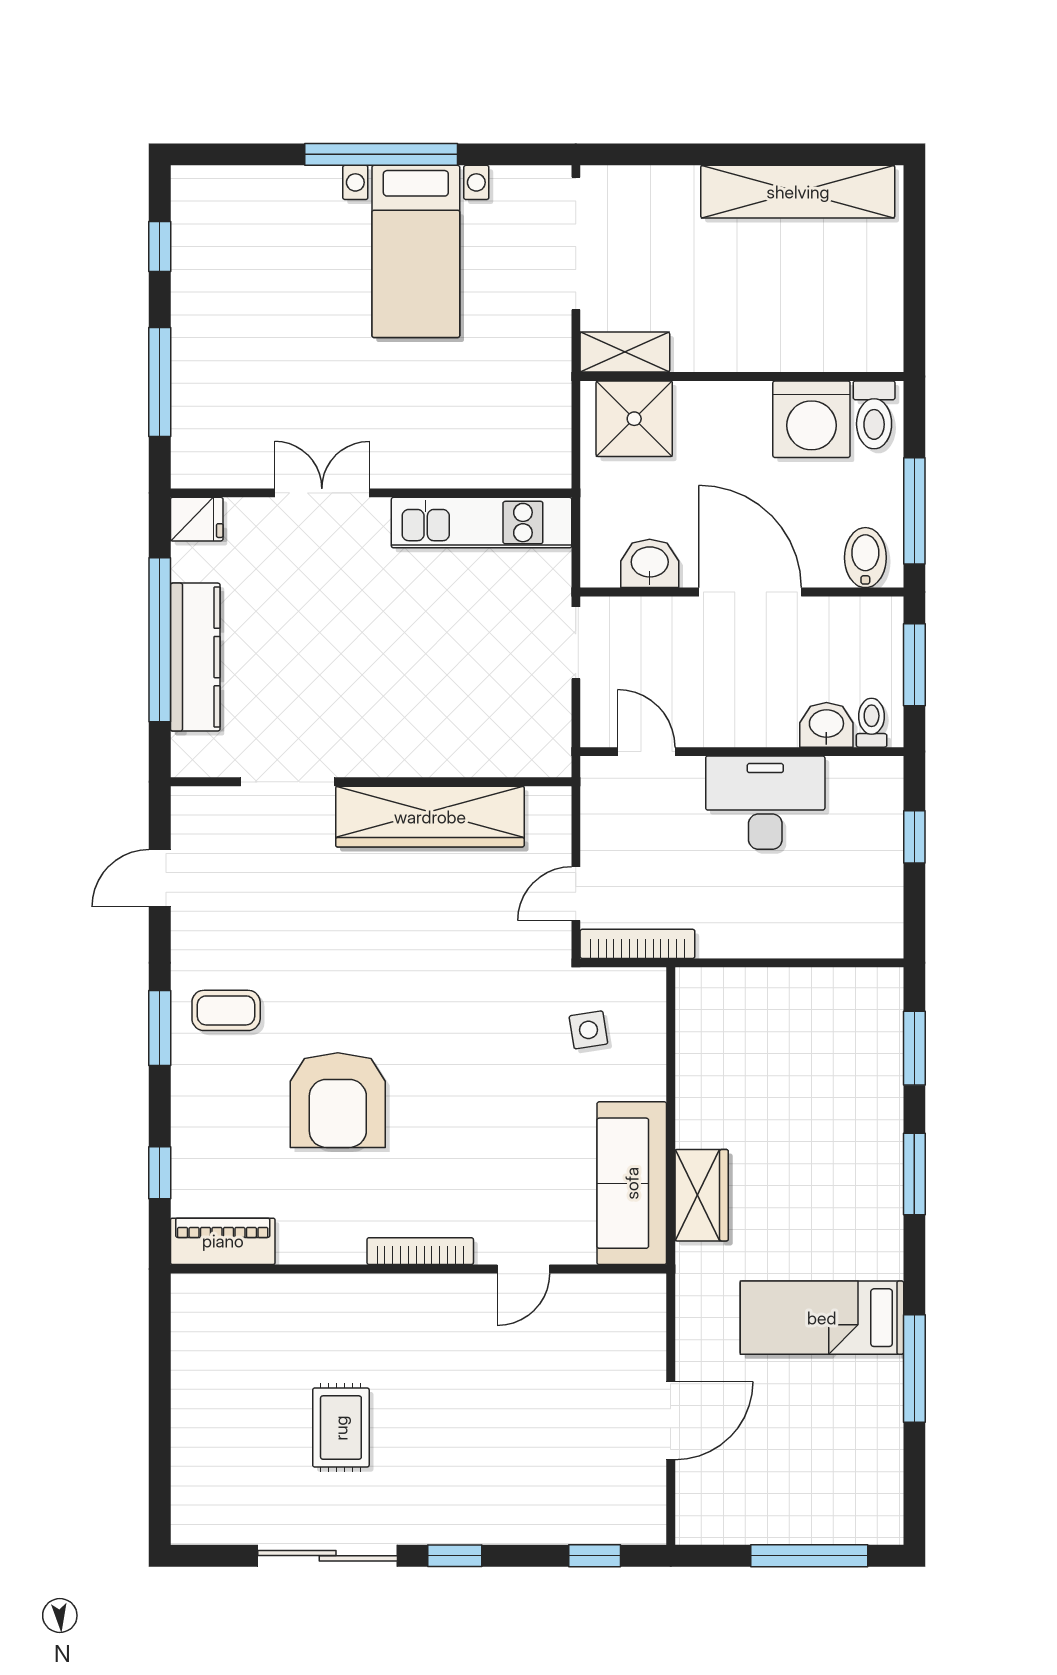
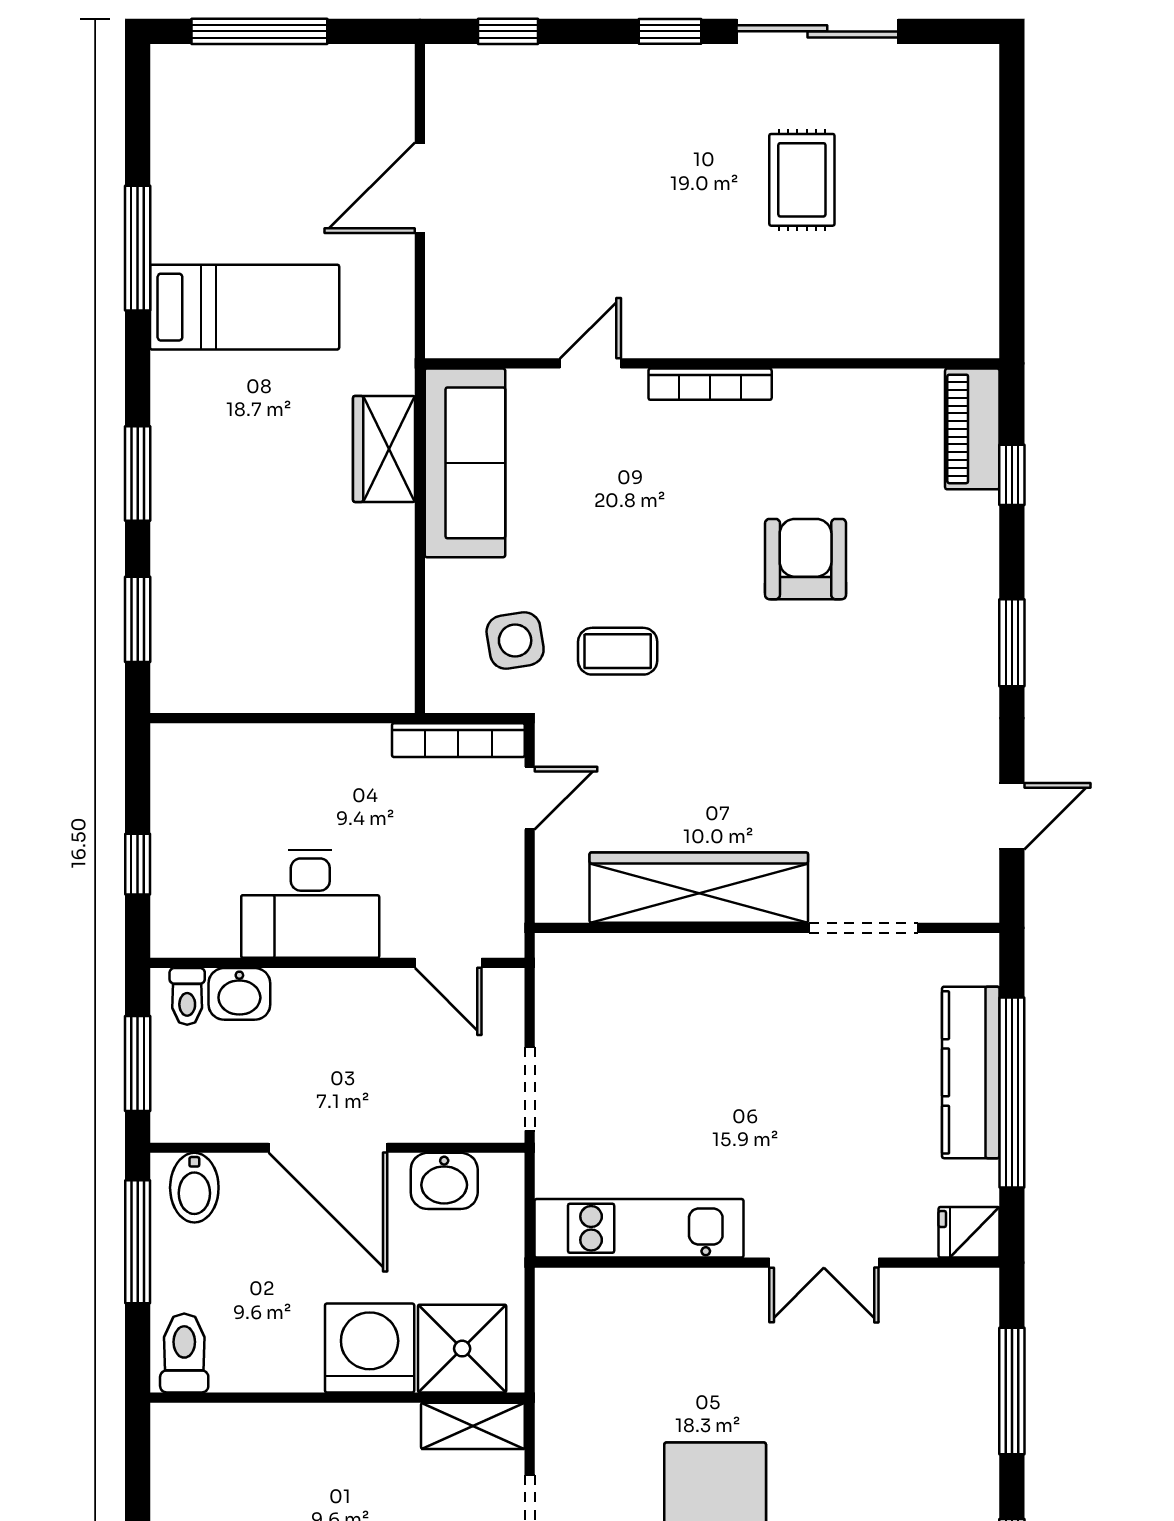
washing machine: (811, 419) -> (370, 1348), moved
coffee table: (226, 1010) -> (618, 651), moved
side table: (588, 1030) -> (515, 640), width x1.37, depth x1.37
armchair: (338, 1100) -> (806, 559), width x0.73, depth x0.73
piano: (223, 1241) -> (972, 429), moved, turned 90

